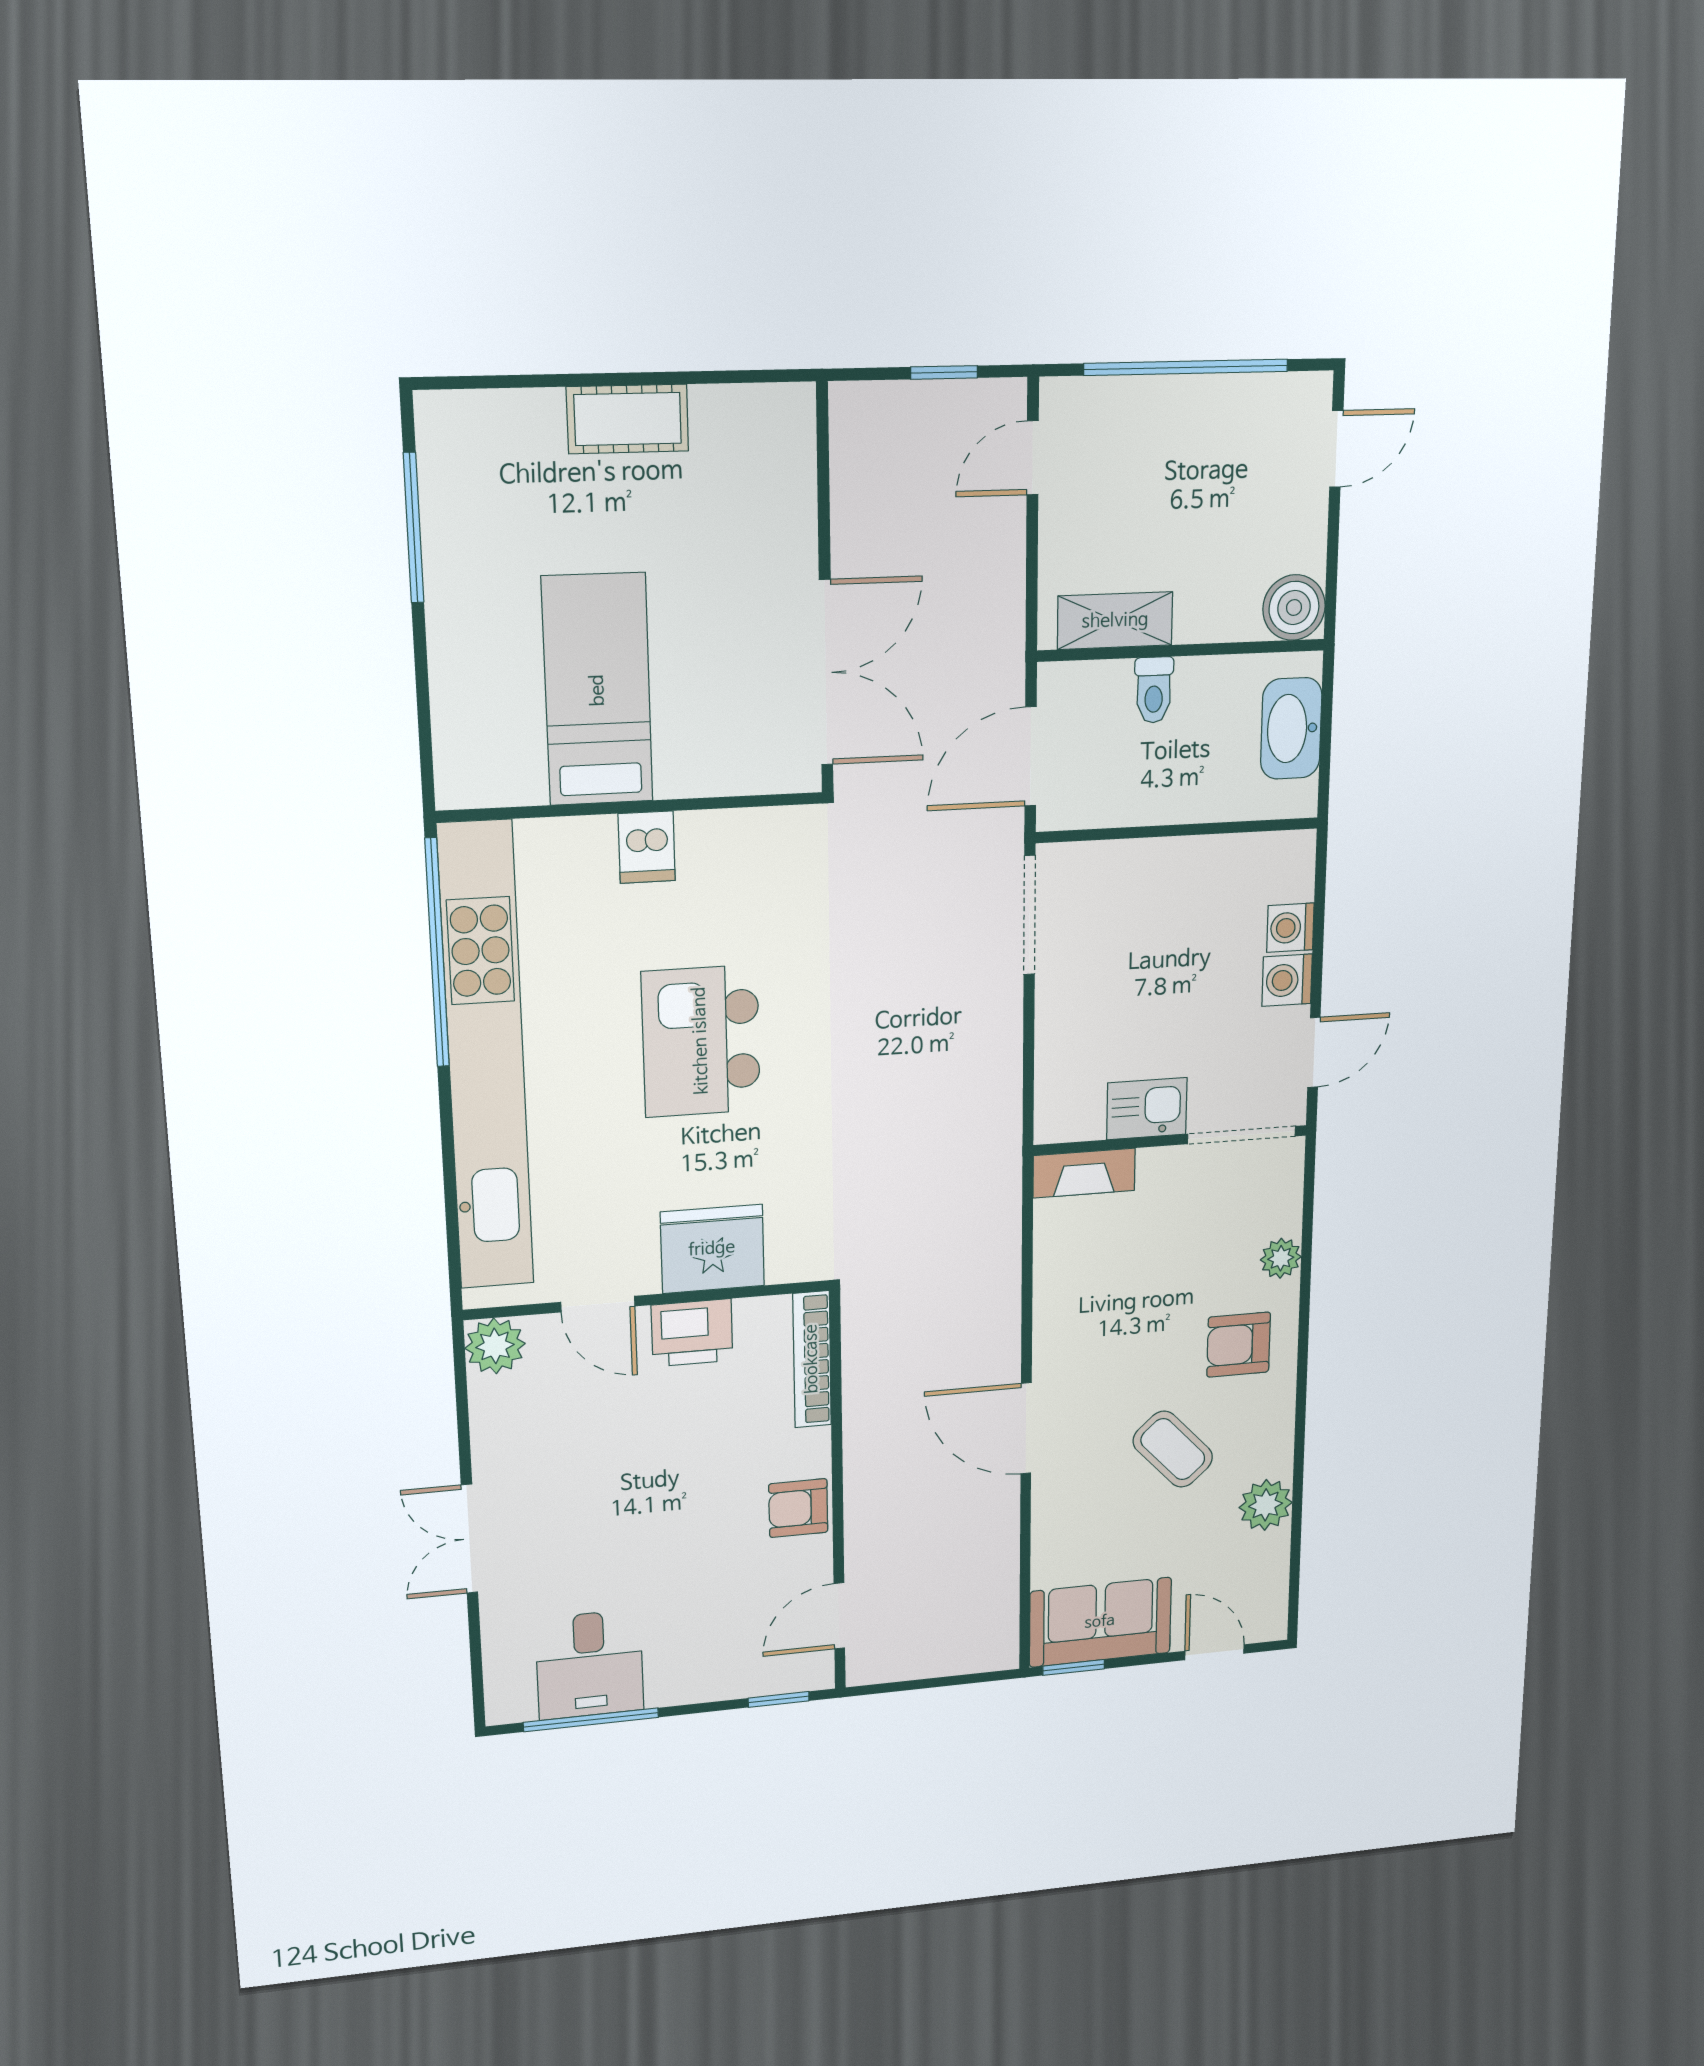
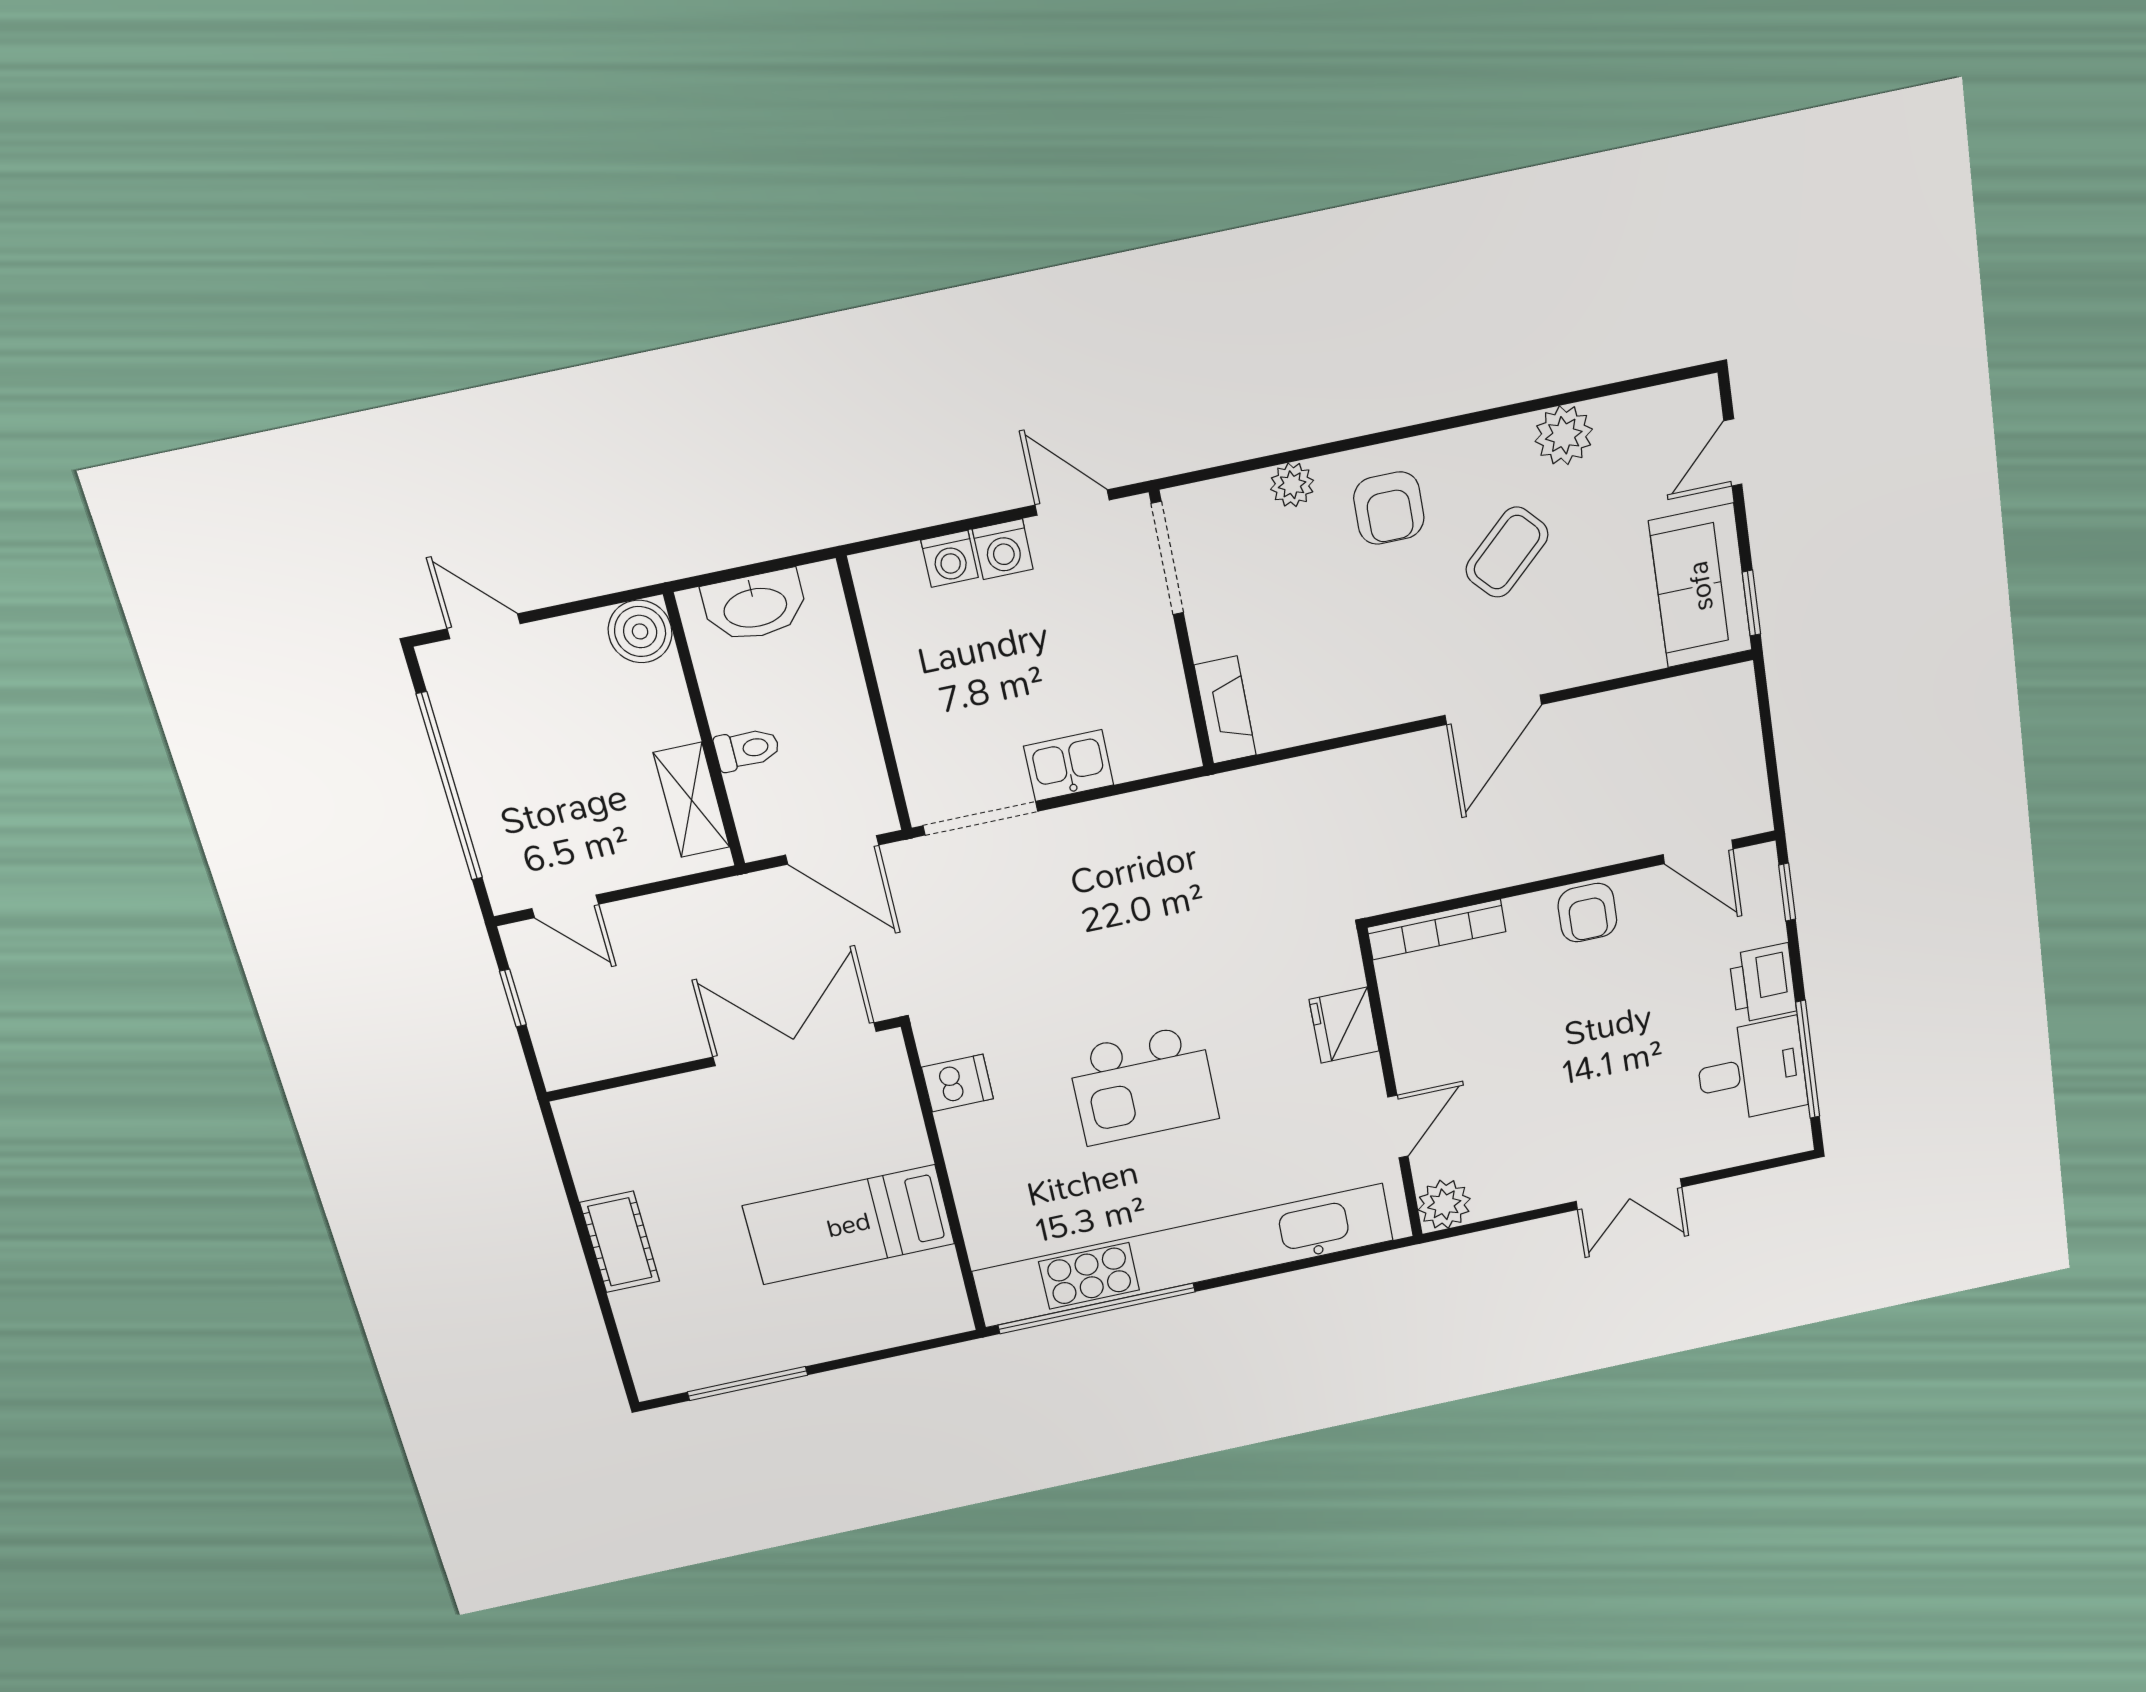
dishwasher: (647, 847) -> (958, 1083), moved
kitchen sink: (1147, 1109) -> (1069, 766), moved, turned 90
fridge: (712, 1249) -> (1344, 1025), width x0.73, depth x0.75
printer: (692, 1333) -> (1763, 983), moved, turned 180

